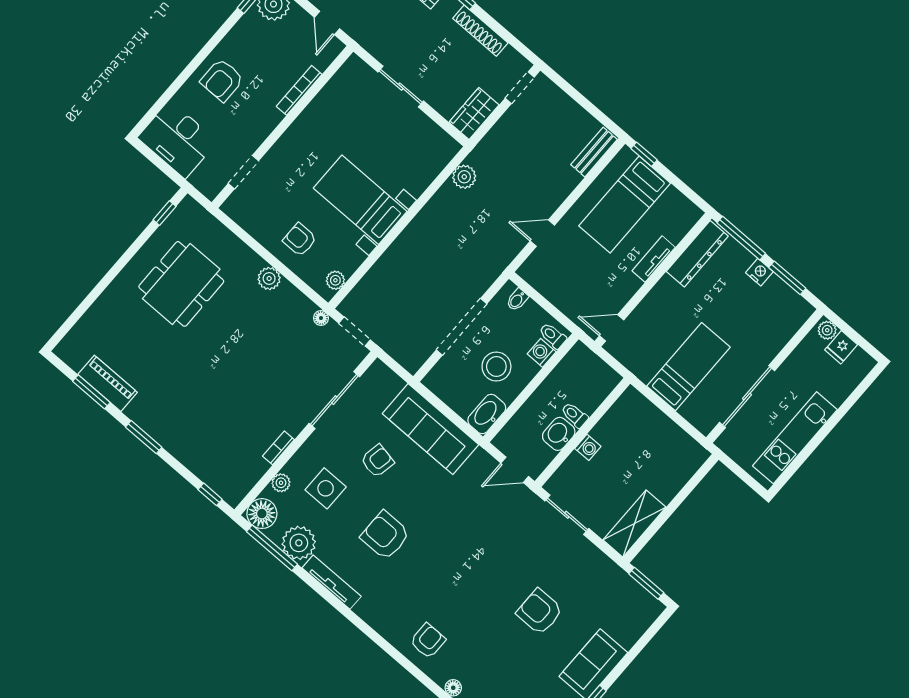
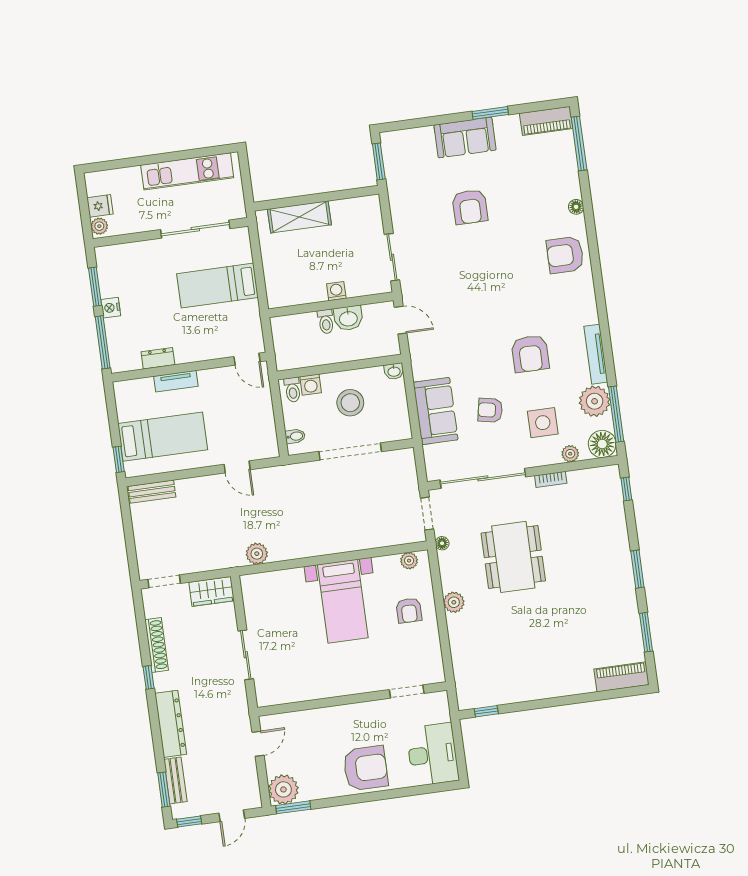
armchair: (222, 80) -> (365, 768), width x1.36, depth x1.36
bookcase: (299, 90) -> (318, 714), removed
dresser: (697, 254) -> (158, 358), width x0.51, depth x0.80
dining table: (181, 284) -> (513, 557), moved, turned 90
piano: (108, 383) -> (622, 677), moved, turned 90
sliding door: (334, 400) -> (483, 478), width x1.36
washbasin: (487, 414) -> (394, 371), width x0.52, depth x0.69
sofa: (430, 429) -> (436, 411), width x0.73
shelving: (634, 524) -> (299, 217), moved
armchair: (428, 641) -> (565, 255), width x1.38, depth x1.38

